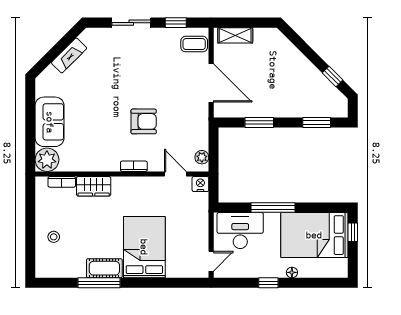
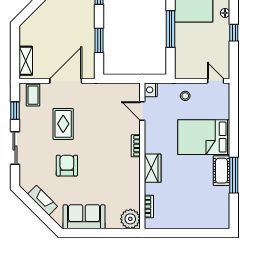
rug: (160, 80) -> (63, 124), added
armchair: (144, 121) -> (67, 166), moved
sofa: (50, 122) -> (84, 217), moved
plant: (202, 157) -> (128, 89), removed
door: (175, 174) -> (142, 111), hinge flipped
wardrobe: (94, 186) -> (153, 168), moved
desk: (240, 231) -> (190, 56), removed
stool: (54, 237) -> (185, 96), moved

